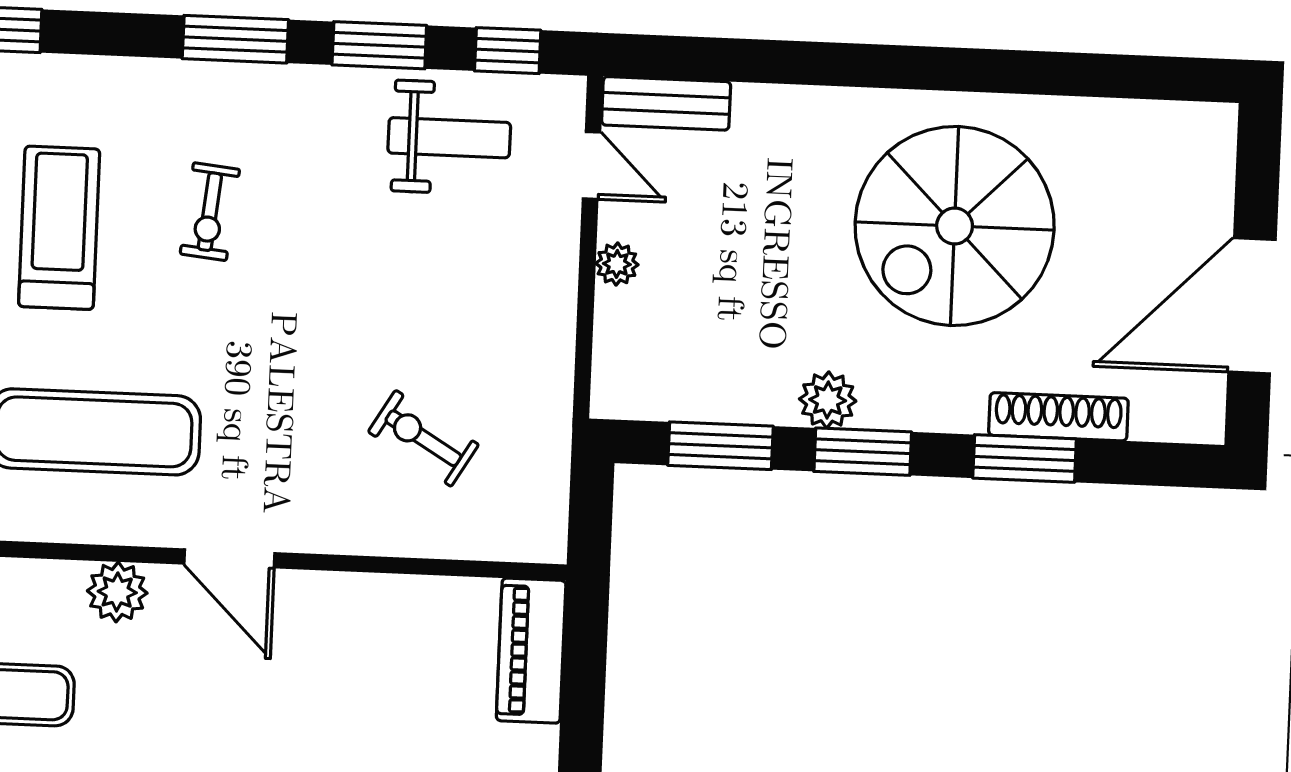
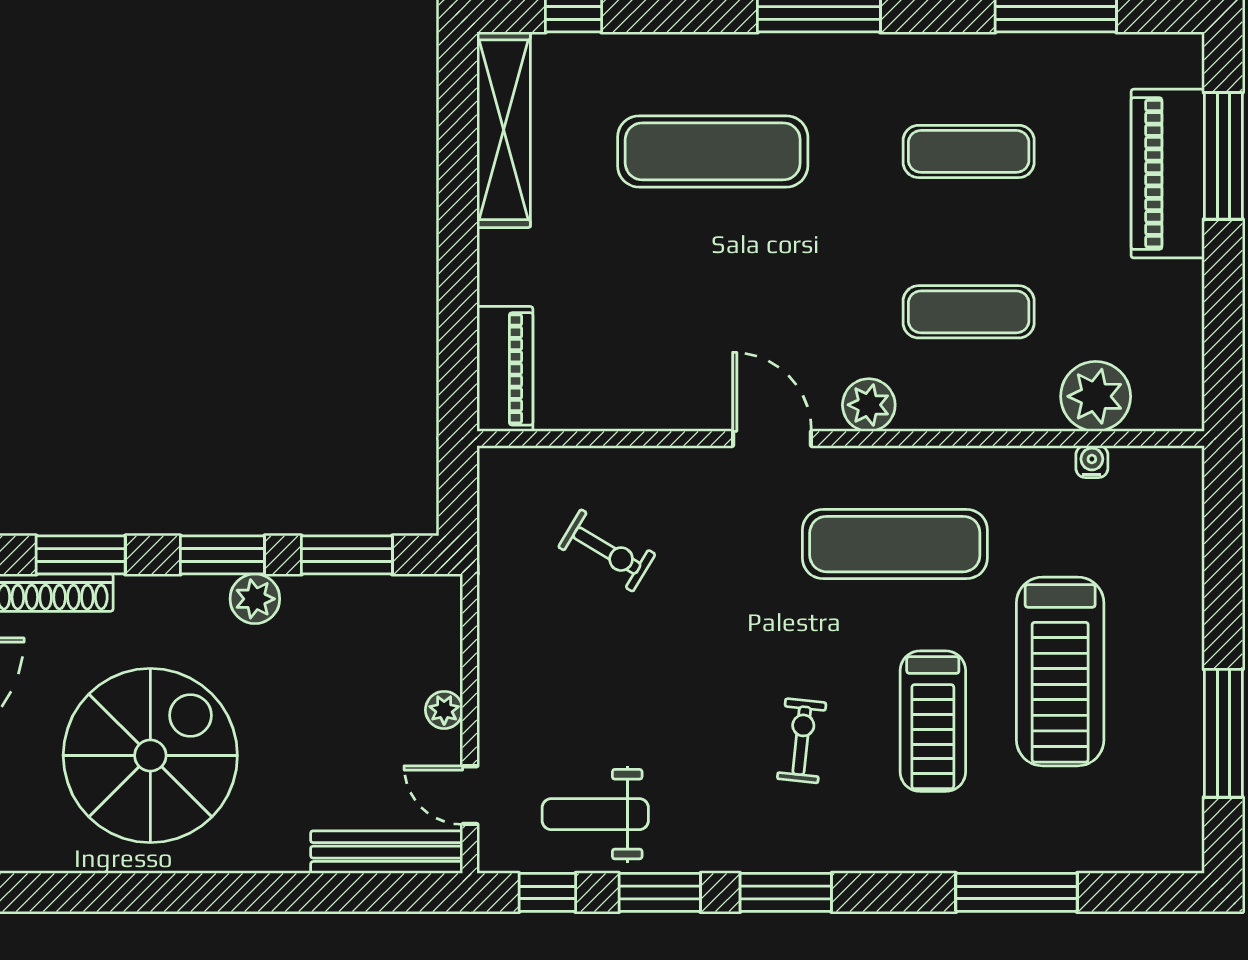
bench: (666, 103) -> (387, 852), width x1.36

